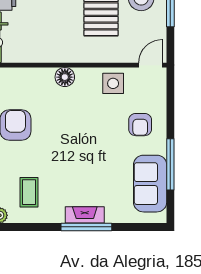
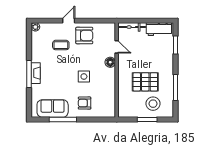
door: (150, 65) -> (117, 47), moved
side table: (113, 83) -> (84, 76), moved
coffee table: (29, 192) -> (61, 45), moved

